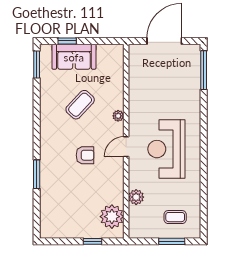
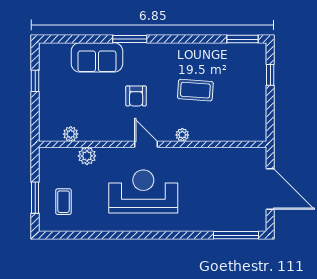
sofa: (74, 57) -> (97, 57), moved, turned -90
coffee table: (80, 105) -> (195, 90), turned -39
window: (37, 174) -> (130, 39), moved
plant: (112, 217) -> (71, 134), width x0.53, depth x0.53
window: (92, 241) -> (35, 81), moved

